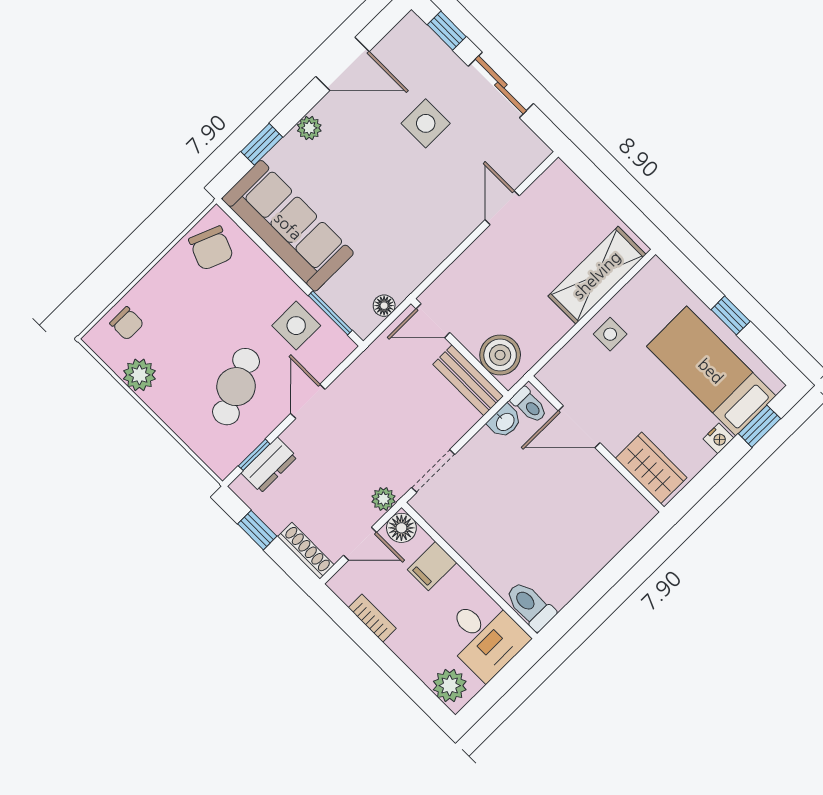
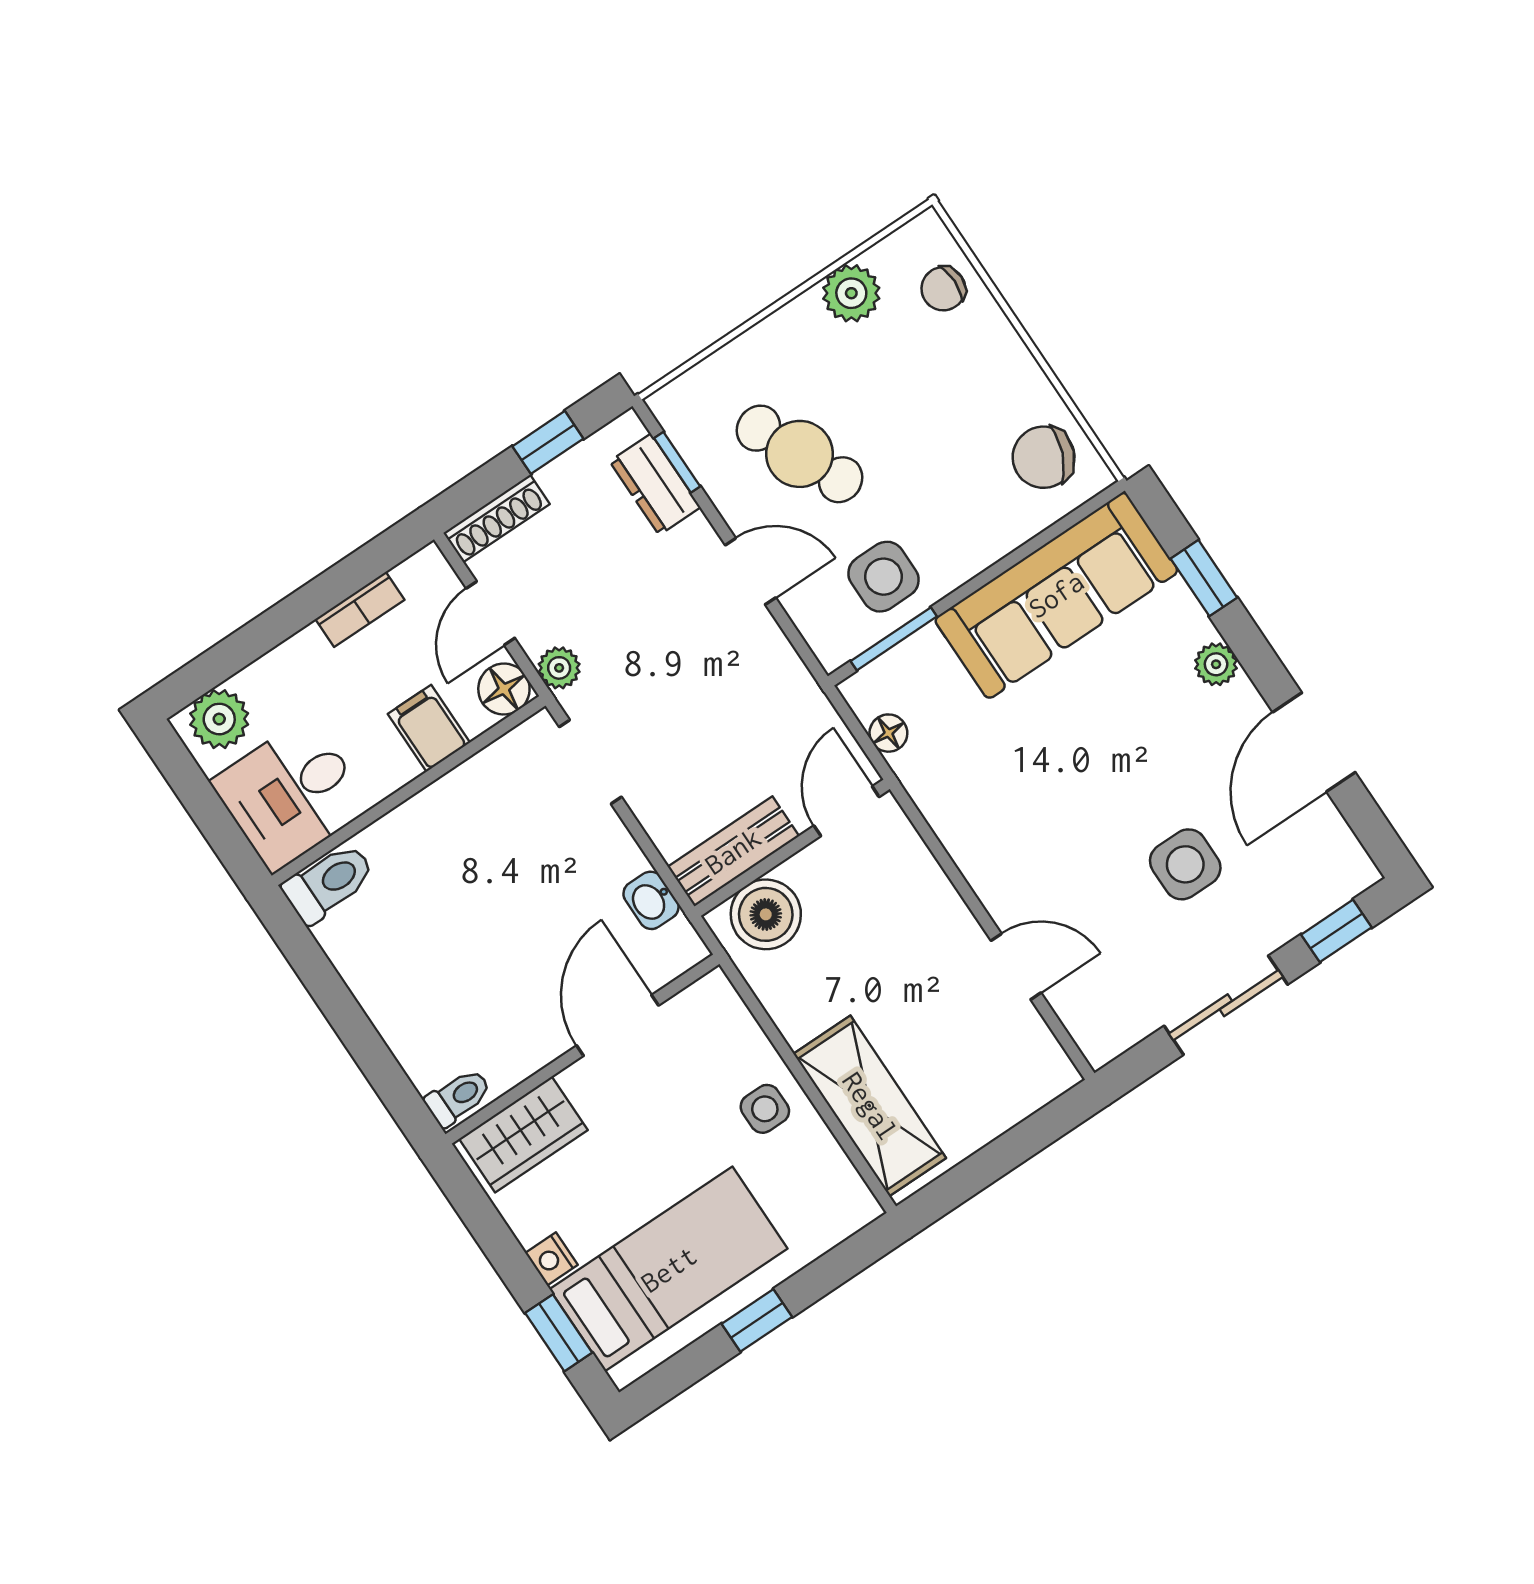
toilet: (529, 405) -> (458, 1097), moved, turned 180

